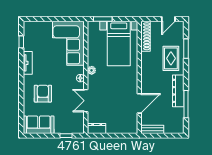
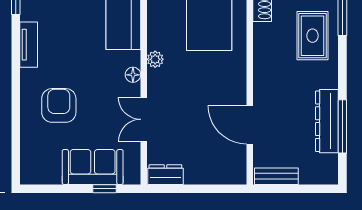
dresser: (178, 91) -> (327, 121), moved
door: (139, 103) -> (250, 125), swing flipped
sofa: (39, 125) -> (93, 167), moved

